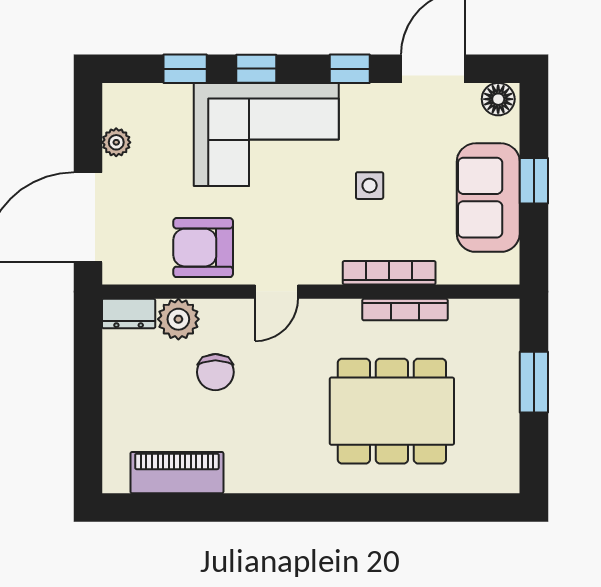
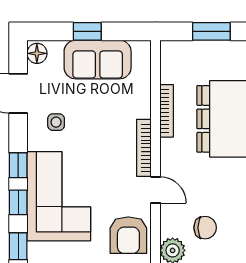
window: (350, 69) -> (18, 165), moved
side table: (370, 186) -> (56, 122), moved
bookcase: (389, 273) -> (144, 148), moved

